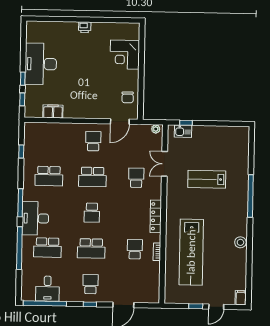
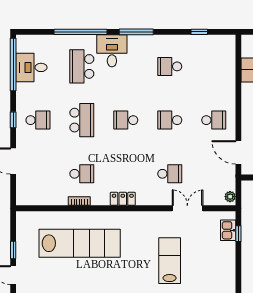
school desk: (49, 176) -> (170, 66), width x0.54
school desk: (93, 177) -> (170, 120), width x0.54
locker: (156, 216) -> (123, 199), width x0.66
desk: (35, 218) -> (112, 51), width x0.73
school desk: (91, 248) -> (82, 120), turned 180
lab bench: (191, 252) -> (80, 243), turned 180

